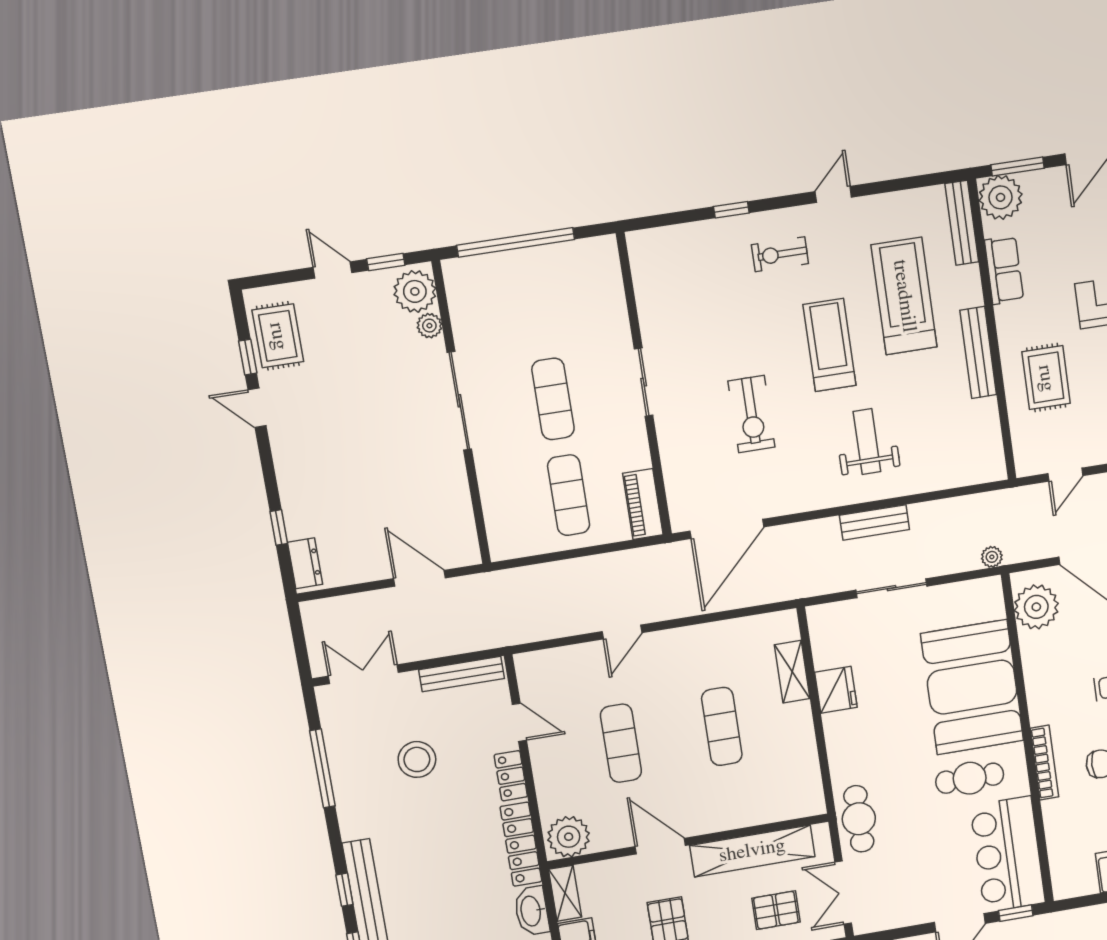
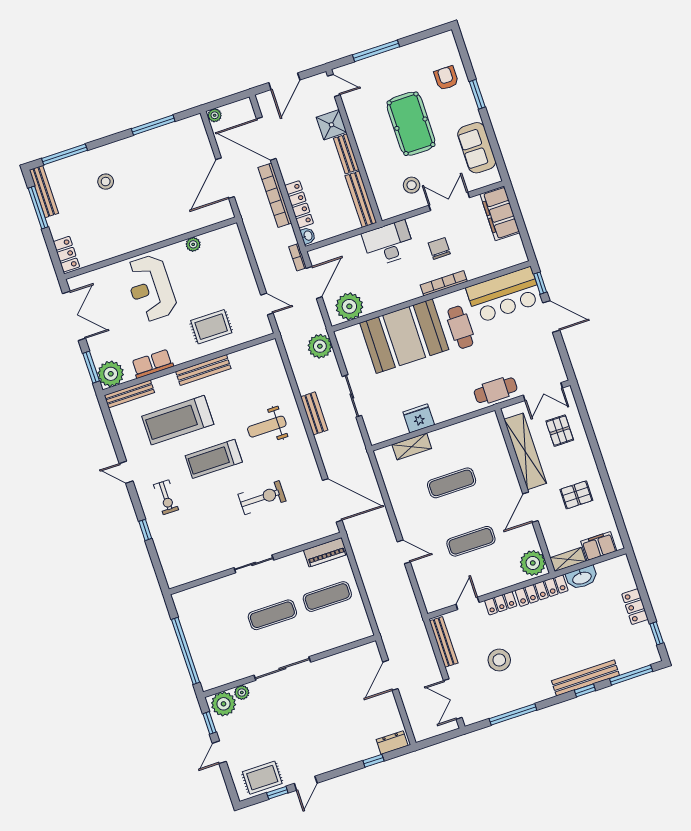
plant: (992, 557) -> (320, 346), width x1.88, depth x1.88

